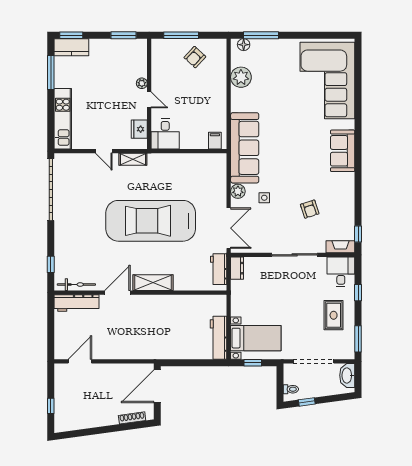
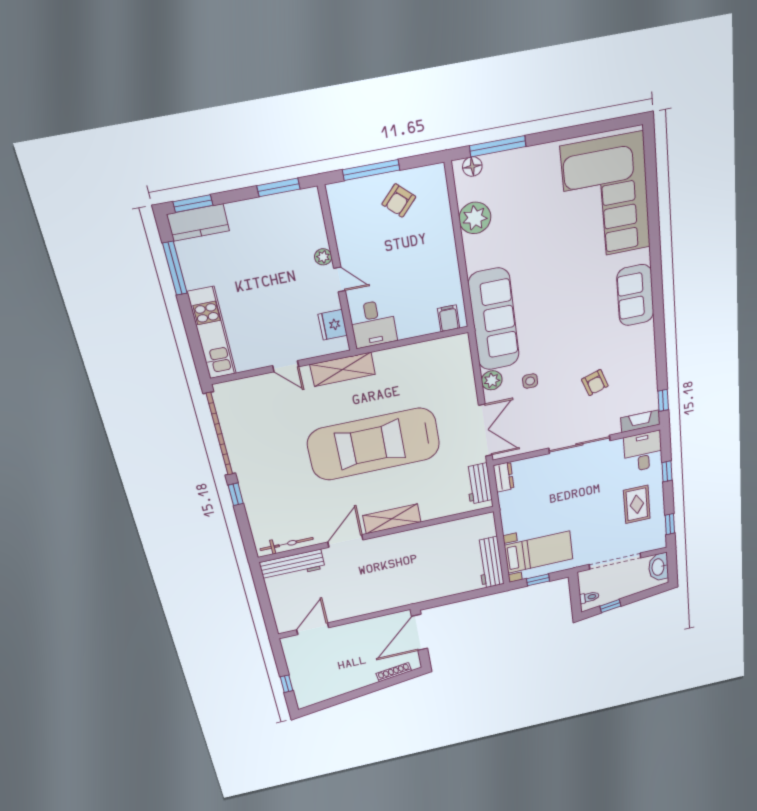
shelving: (133, 159) -> (343, 369), width x1.50, depth x1.33
window: (51, 264) -> (236, 494), moved
window: (358, 339) -> (670, 524), width x0.67

